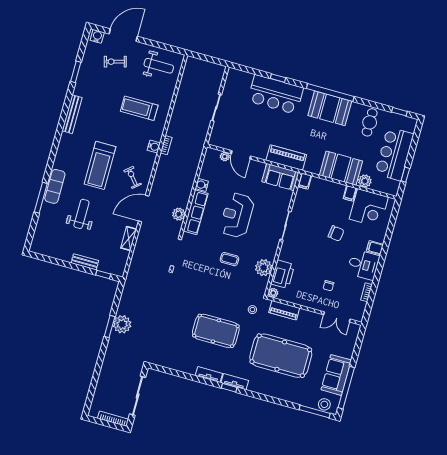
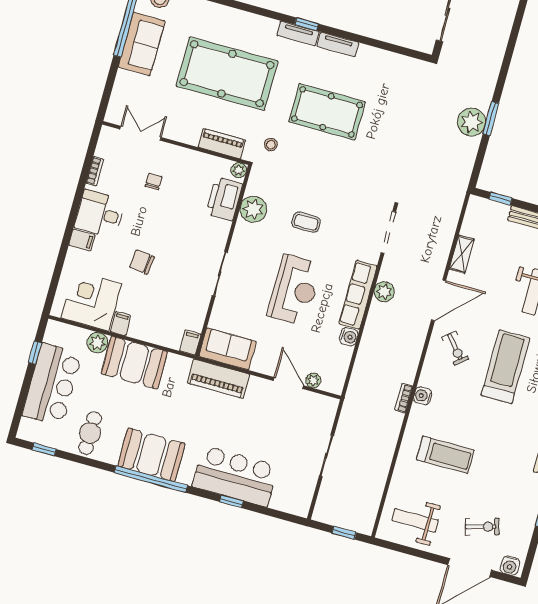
window: (205, 58) -> (344, 533), added

